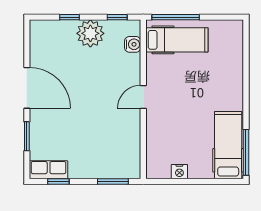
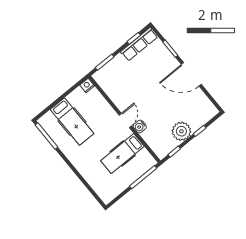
hospital bed: (177, 40) -> (123, 154), moved
water cooler: (133, 44) -> (140, 126), moved
hospital bed: (228, 145) -> (72, 121), moved
row of seats: (49, 170) -> (139, 44), width x1.48
nightstand: (179, 172) -> (87, 85), moved

